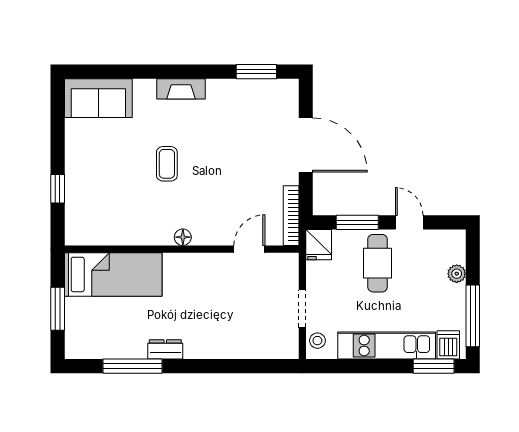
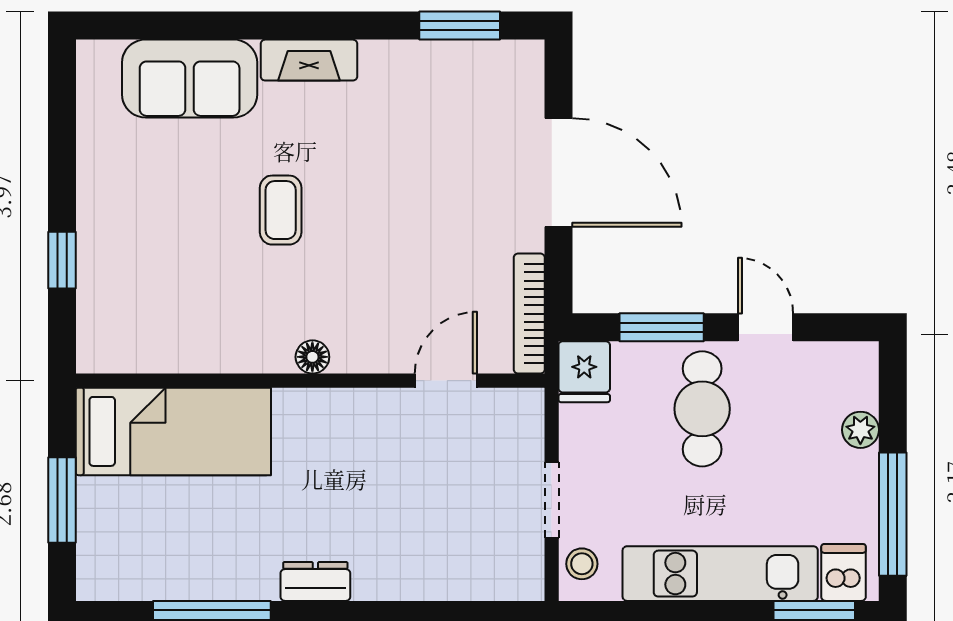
sofa: (98, 98) -> (190, 79), moved
dresser: (165, 349) -> (315, 581), moved

